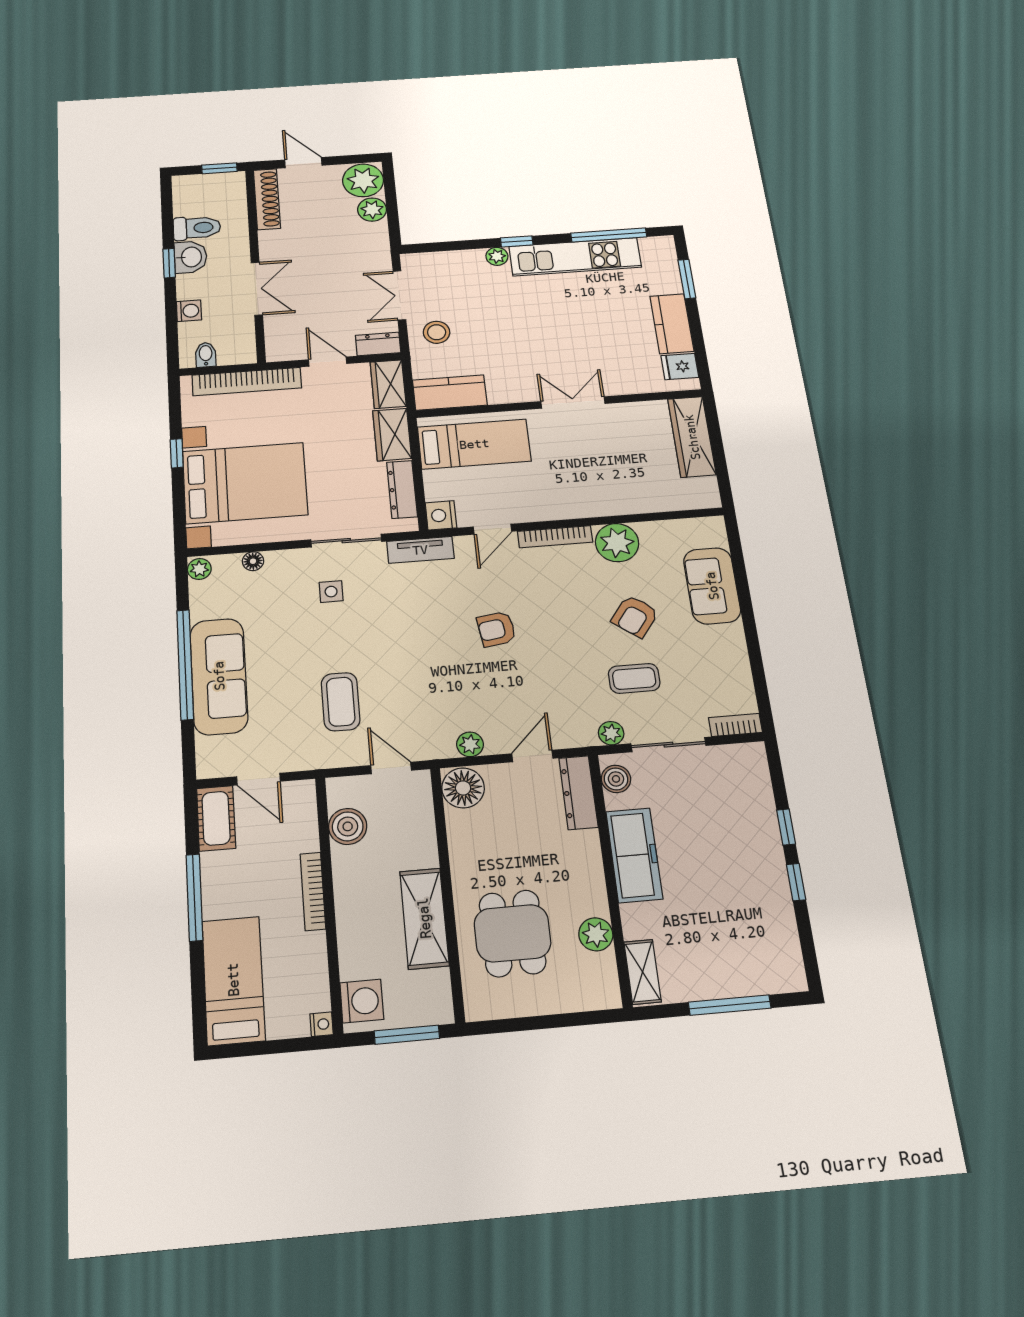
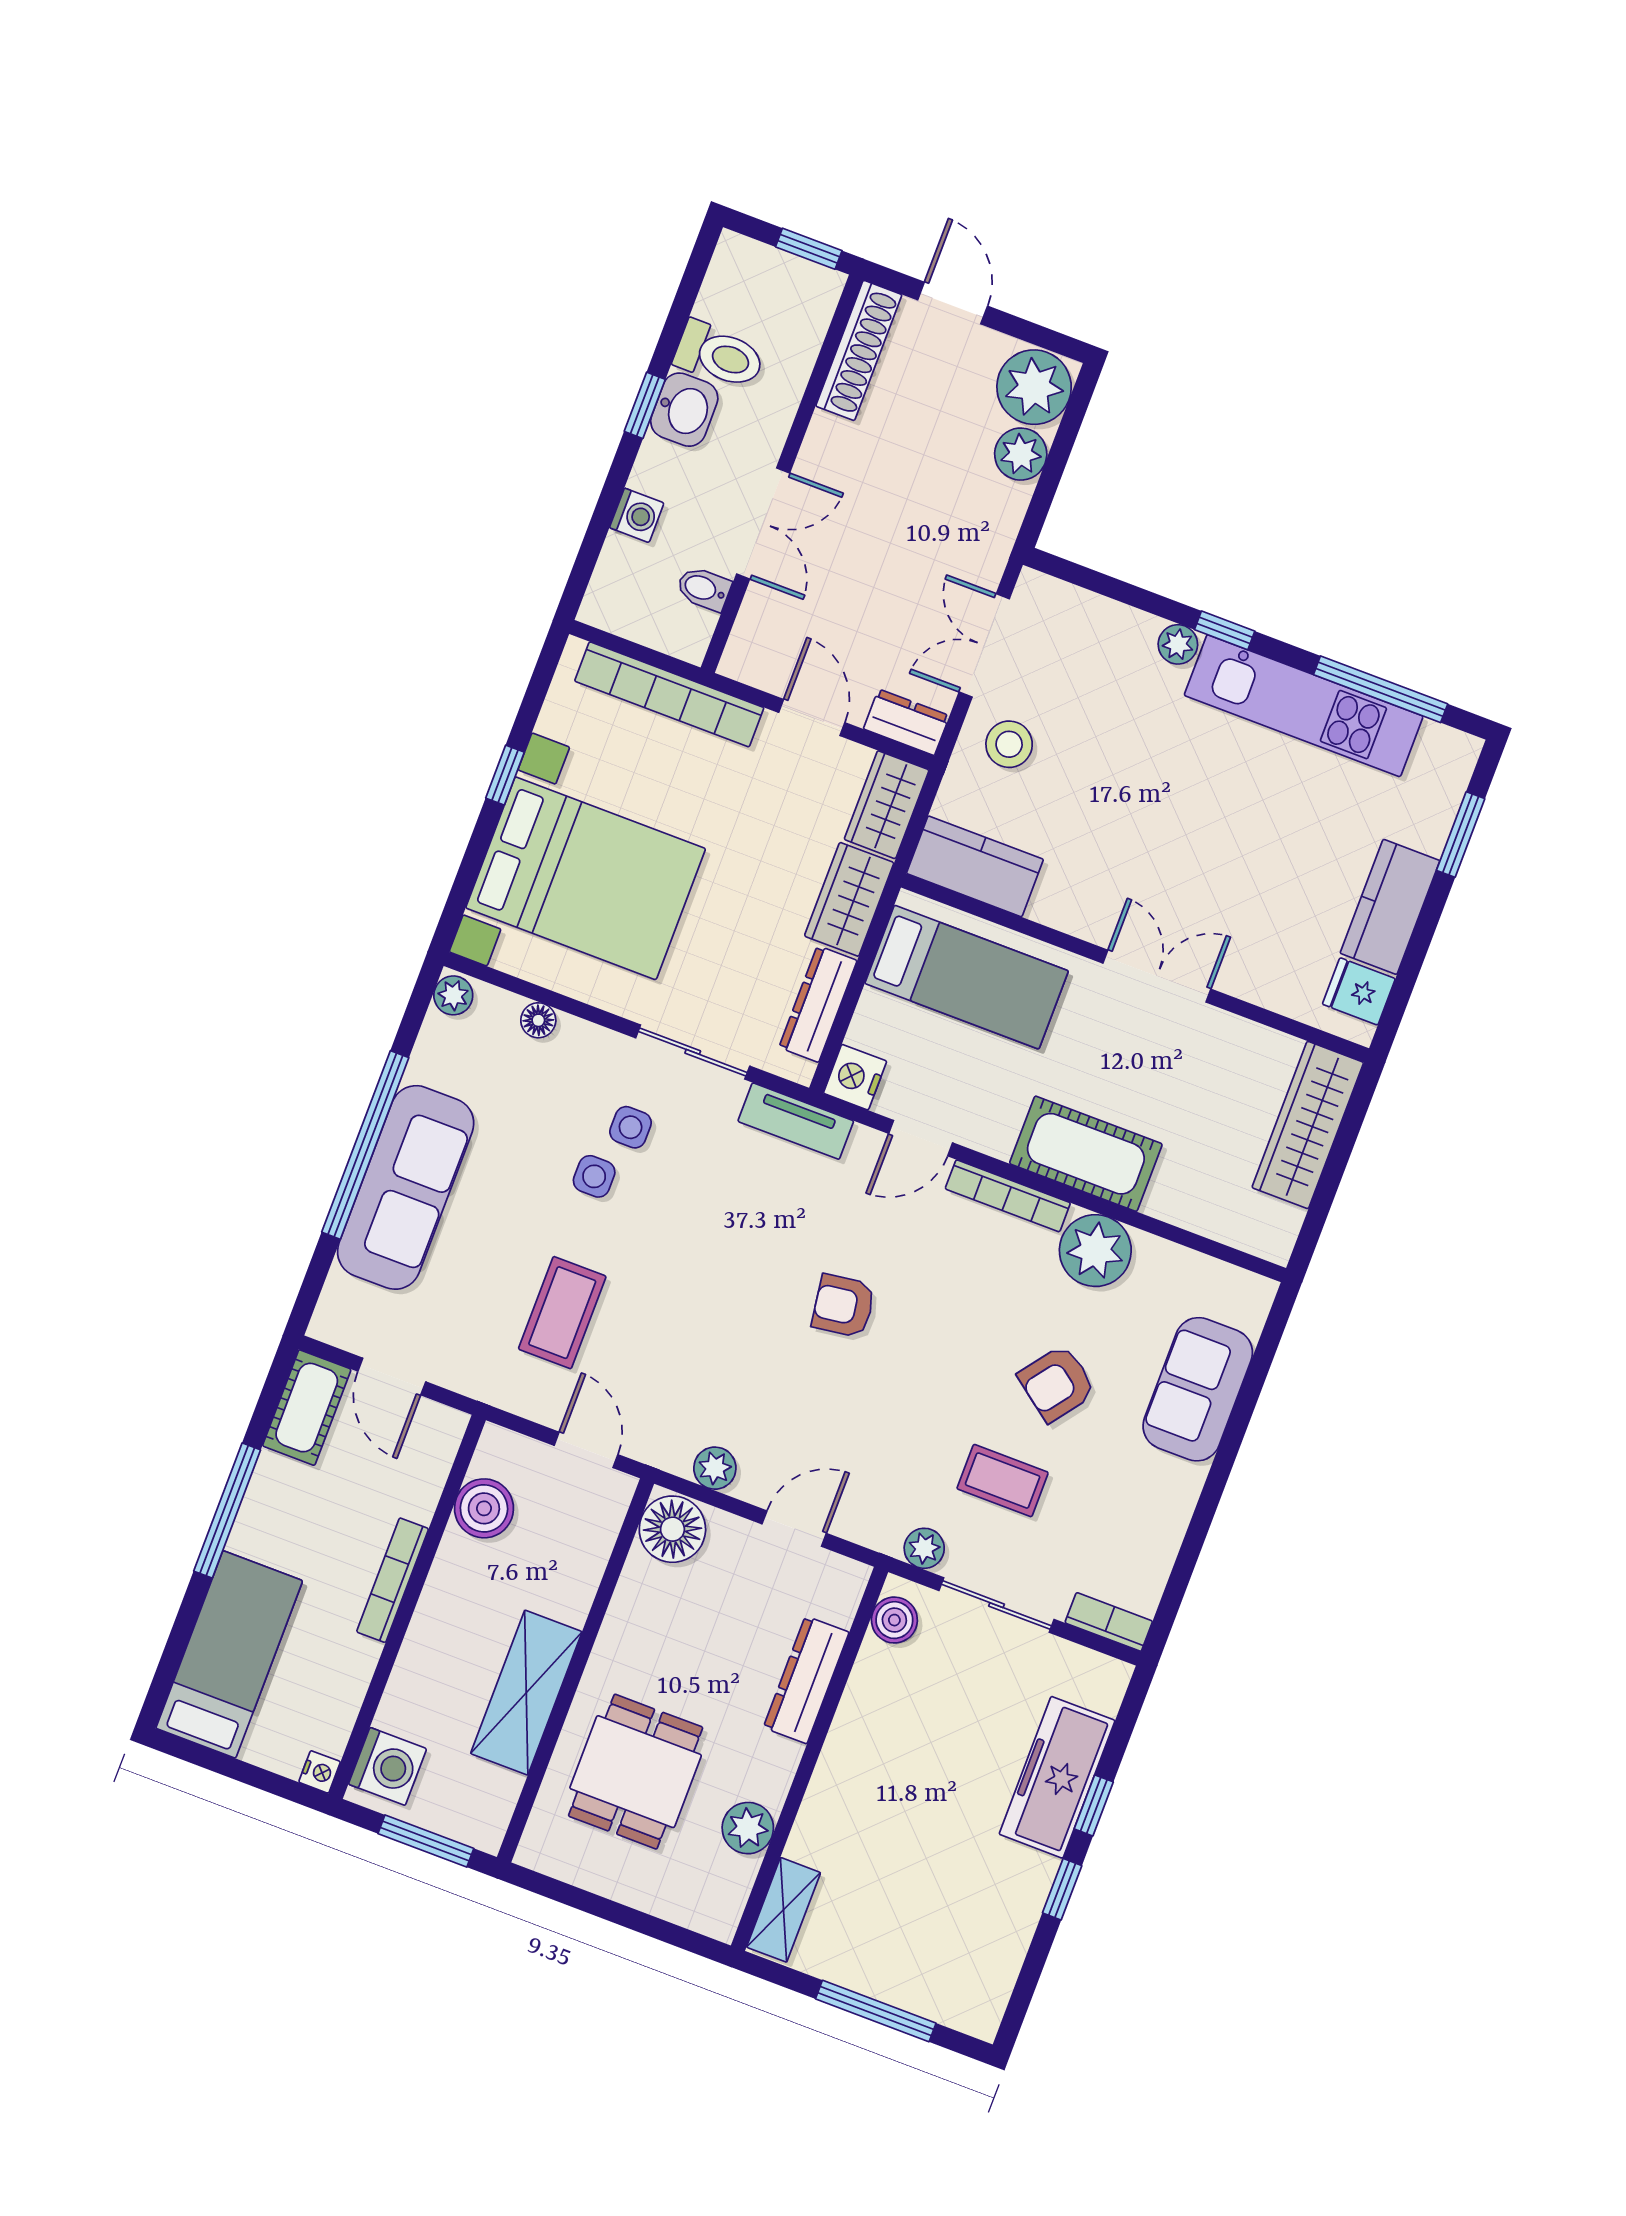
bidet: (206, 355) -> (704, 589), moved, turned -90
cot: (585, 499) -> (1086, 1154), added
side table: (323, 625) -> (594, 1176), added
dresser: (578, 793) -> (806, 1680), moved
freezer: (634, 855) -> (1057, 1777), moved, turned 180

